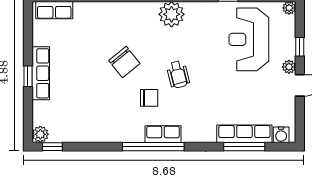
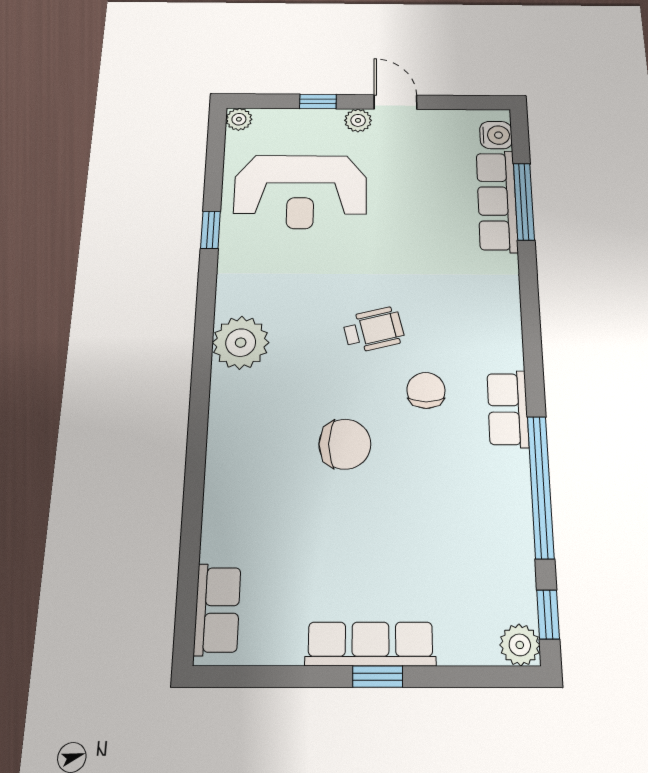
chair: (124, 62) -> (345, 444), turned 39
row of seats: (163, 134) -> (508, 409), moved
window: (153, 147) -> (541, 486), moved

